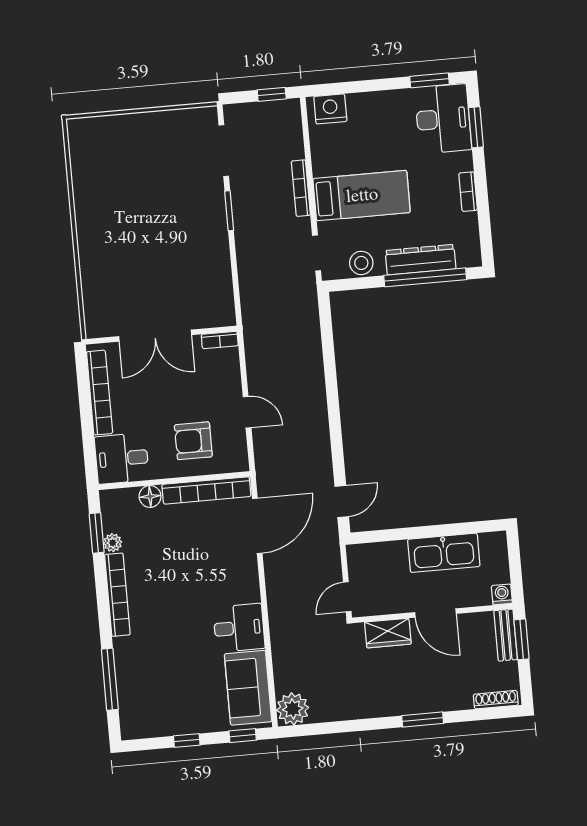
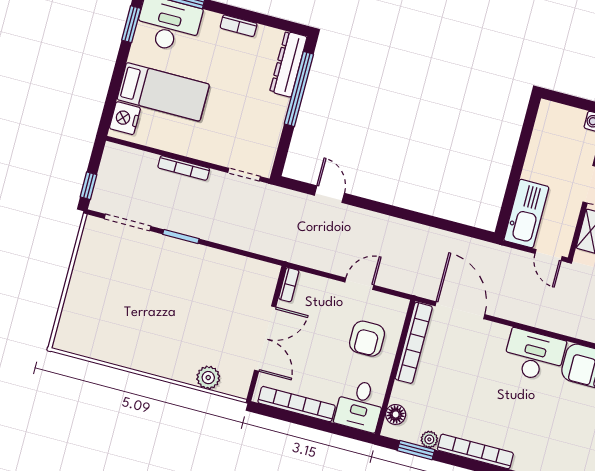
window: (272, 94) -> (88, 186), moved
bed: (362, 196) -> (163, 92), moved, turned 90
dresser: (421, 260) -> (288, 64), moved
stool: (361, 263) -> (267, 139), removed
plant: (94, 292) -> (208, 378), added
floor lamp: (150, 496) -> (396, 414), moved
door: (342, 501) -> (329, 194), moved
kitchen sink: (444, 553) -> (526, 214), moved
desk: (239, 628) -> (534, 356), width x1.37

